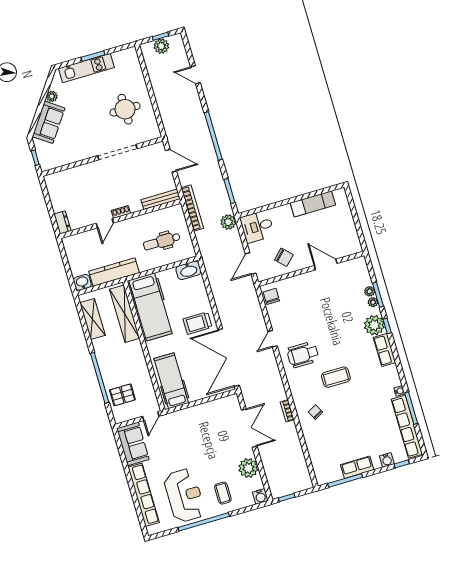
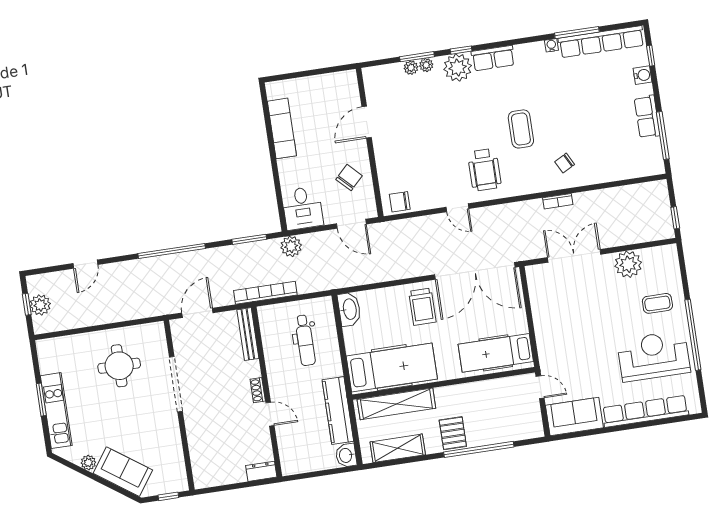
pallet: (122, 395) -> (453, 433), moved
water cooler: (260, 496) -> (669, 253), removed

